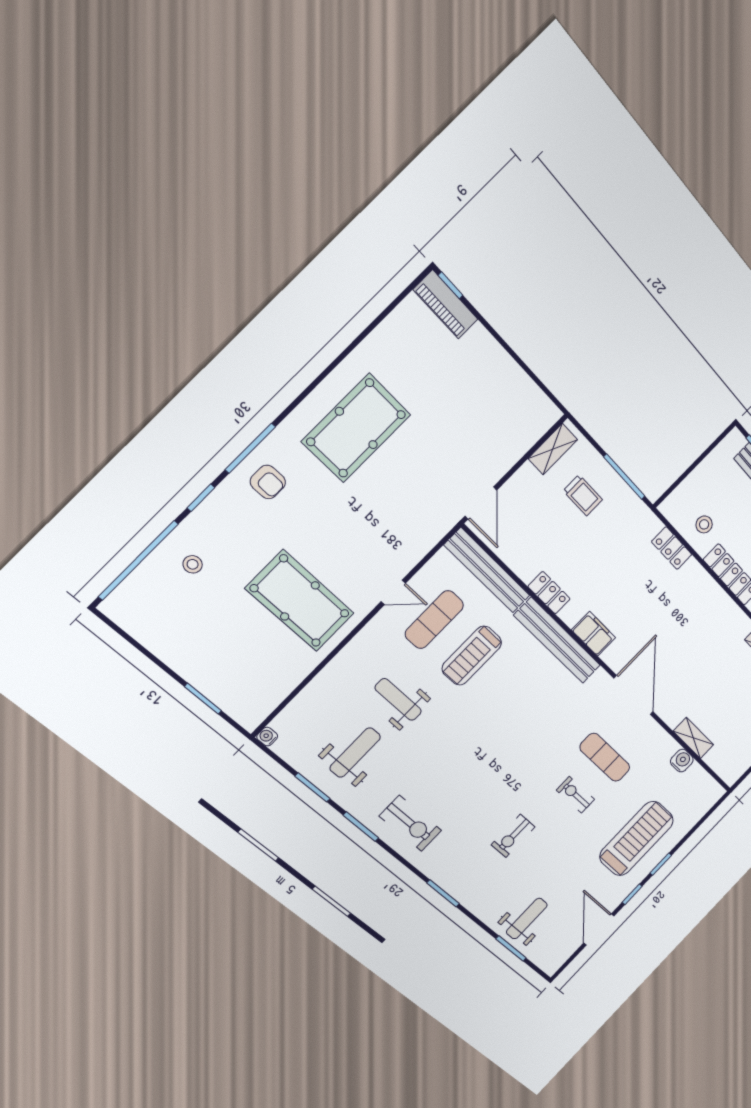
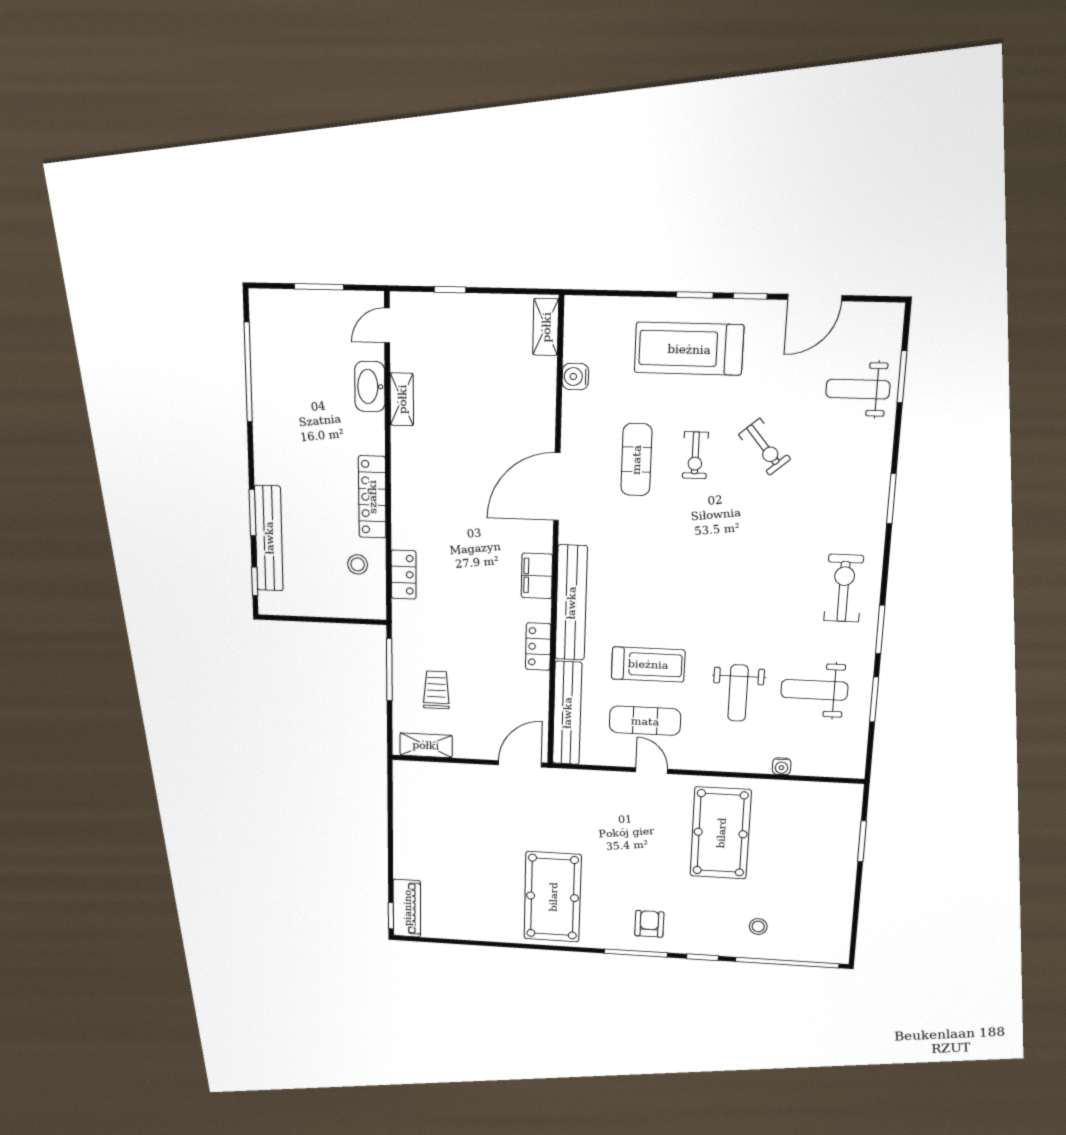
pool table: (356, 428) -> (553, 897), turned 90
water cooler: (267, 737) -> (782, 766), moved
shelving: (693, 738) -> (546, 327), moved
exercise bike: (513, 836) -> (765, 447), moved, turned 50

